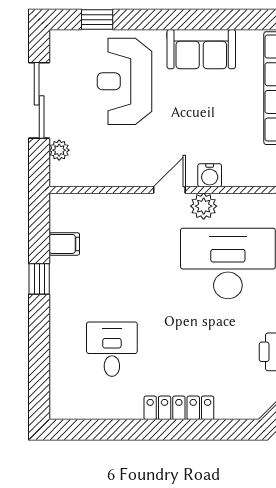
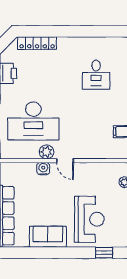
door: (169, 190) -> (65, 161), hinge flipped
locker: (179, 408) -> (37, 43), moved

